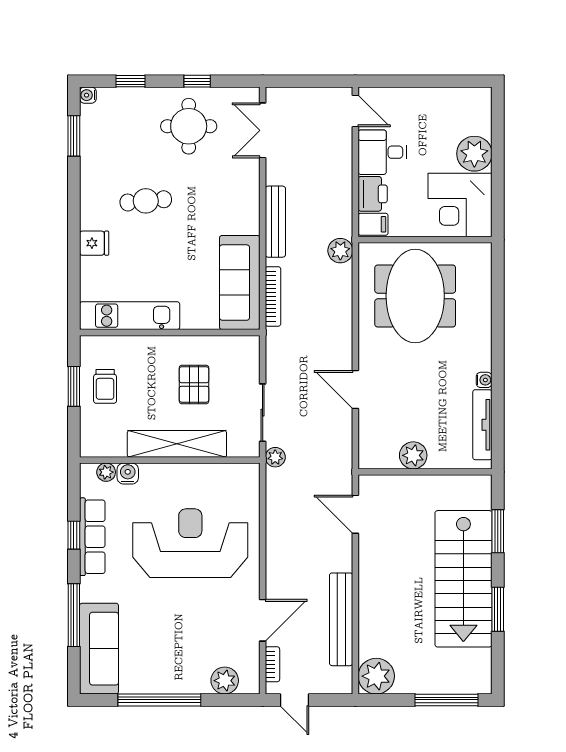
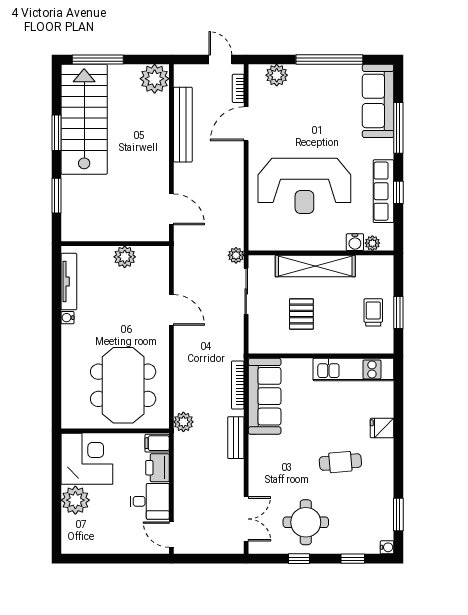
bench: (275, 222) -> (236, 438), width x0.73
stairs: (463, 579) -> (84, 119), moved

